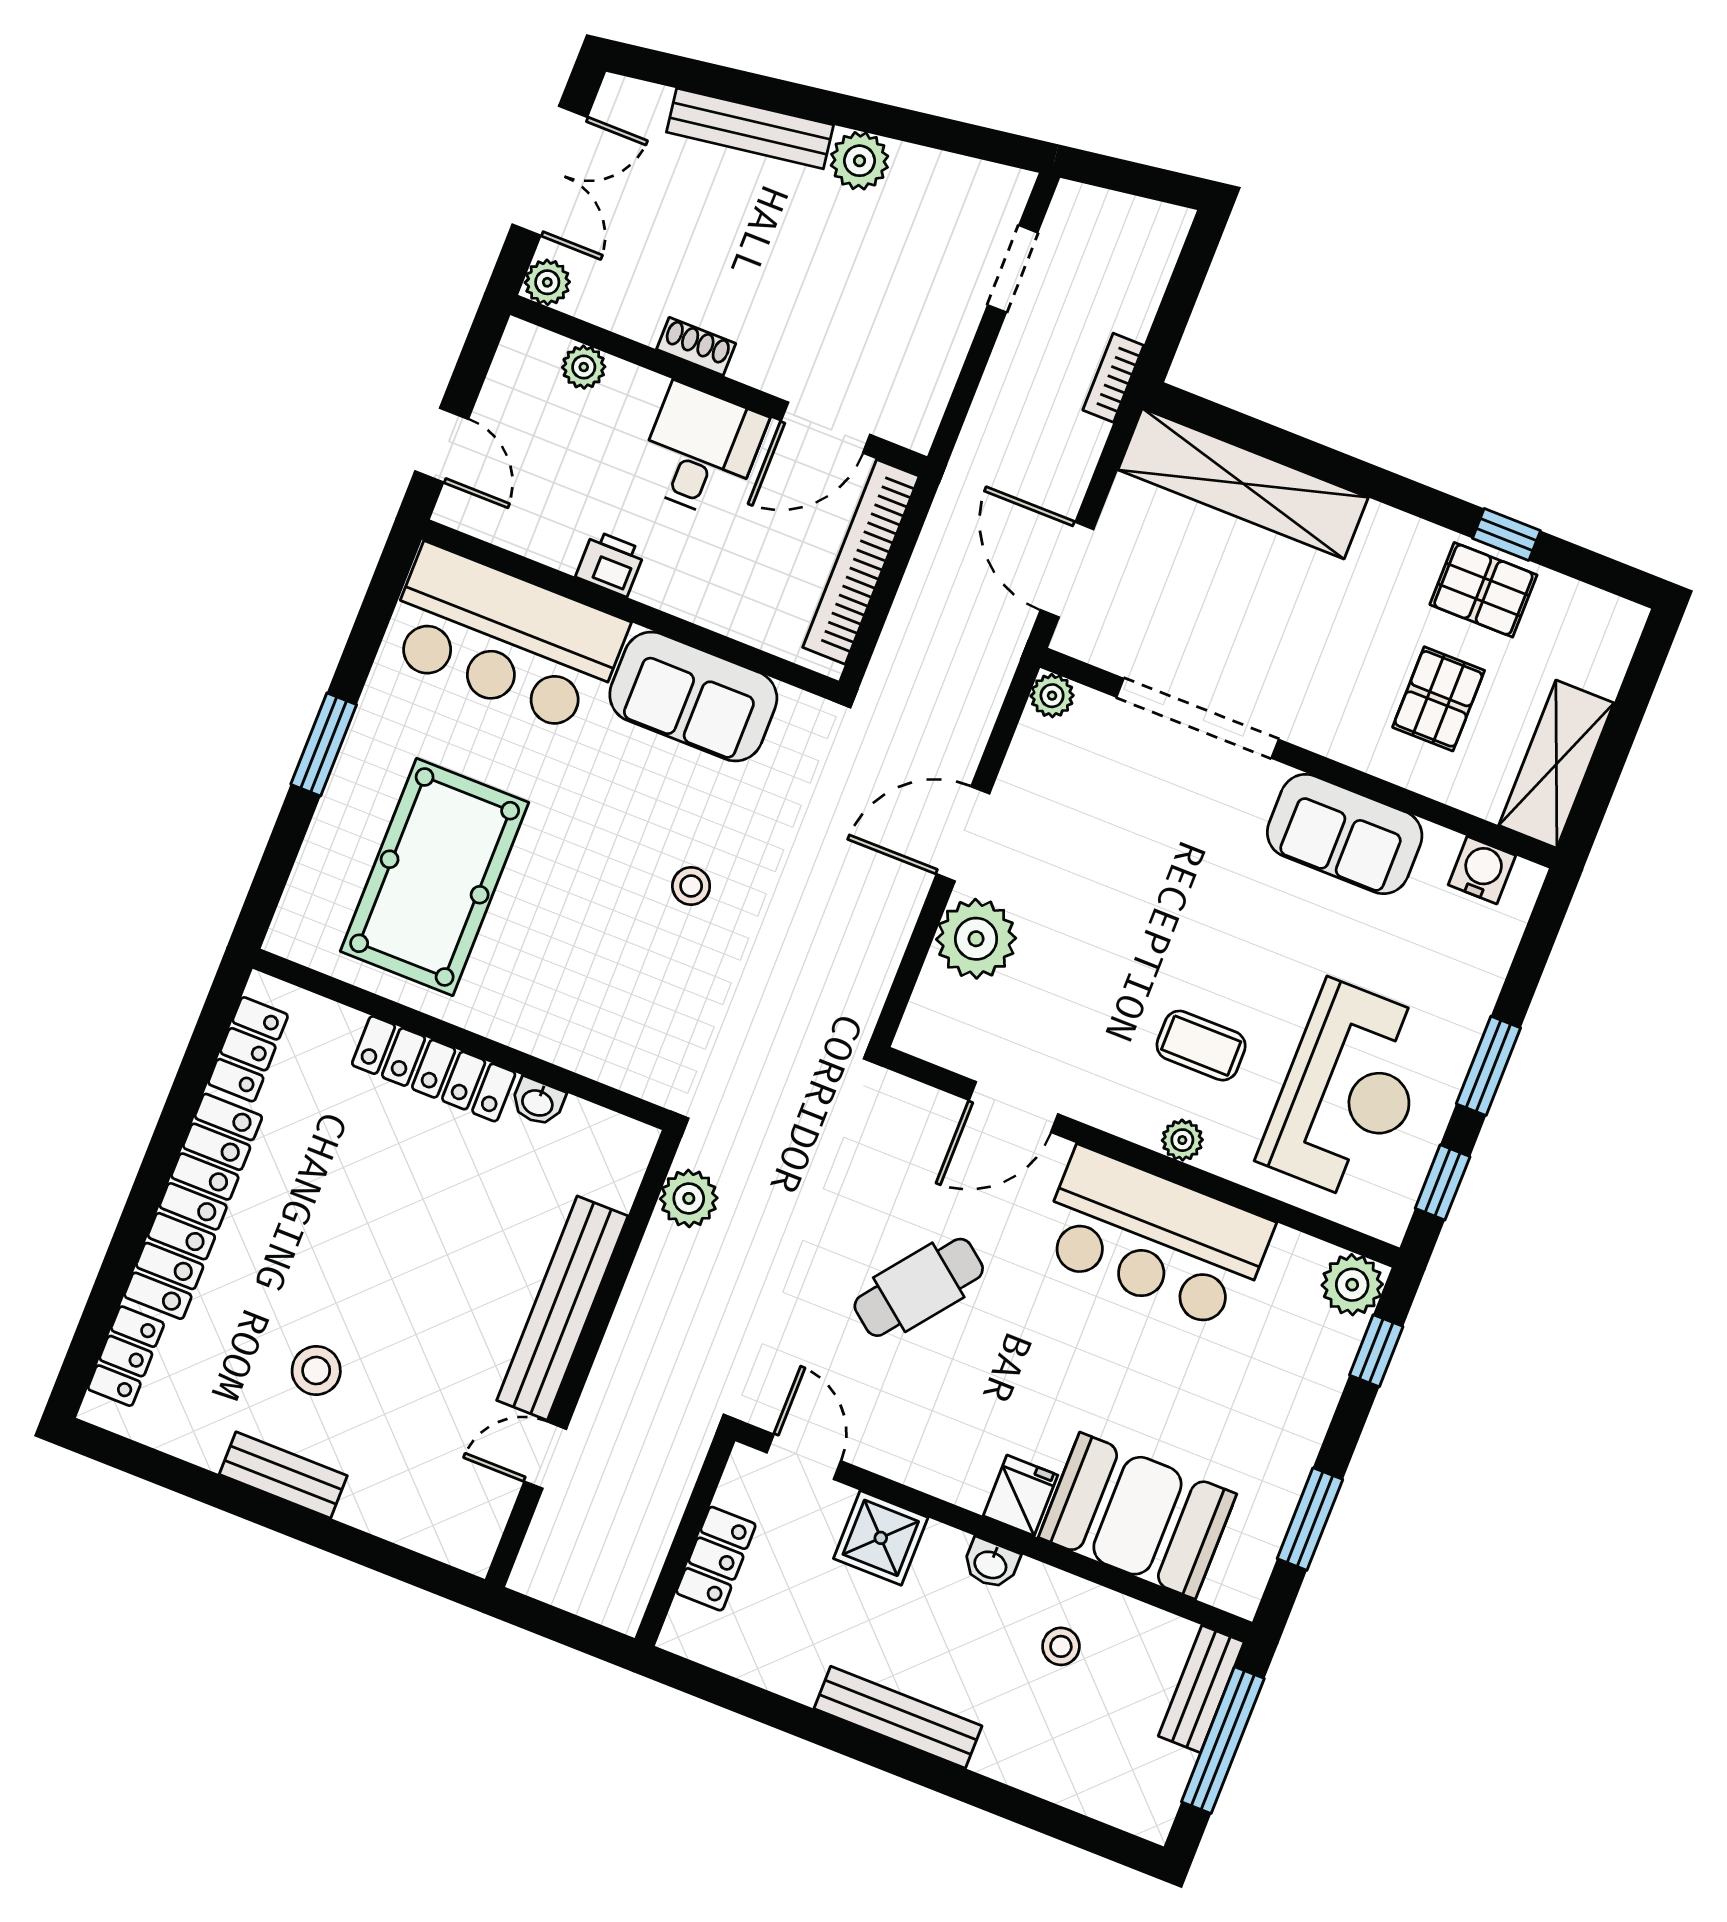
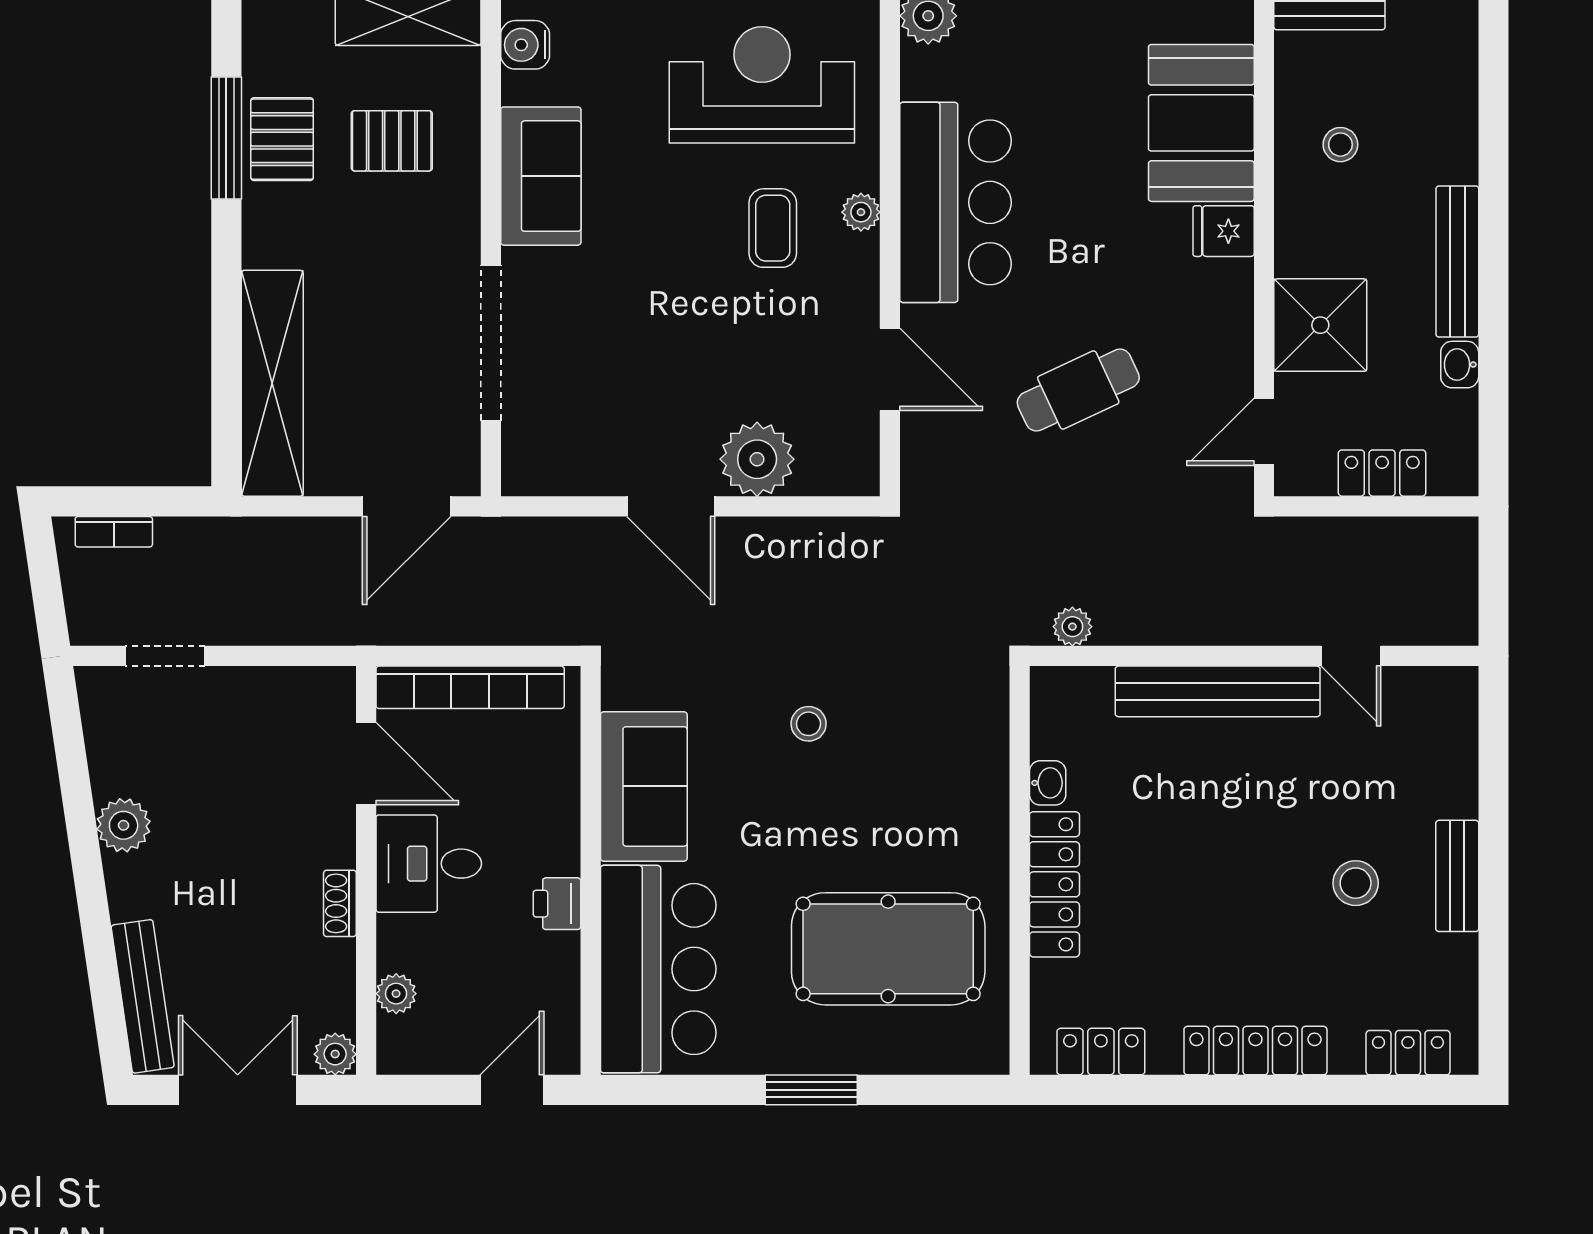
bench: (750, 129) -> (143, 996), moved
bookcase: (1113, 378) -> (114, 532), moved
window: (1506, 534) -> (226, 138), width x2.17
plant: (1052, 696) -> (521, 476), removed
plant: (689, 1198) -> (1072, 627), width x0.73, depth x0.73
locker: (193, 1206) -> (1255, 1051), width x0.71, depth x0.83
cafe table: (919, 1287) -> (1078, 390), turned -63
shower: (881, 1538) -> (1320, 325), width x1.36, depth x1.36
washbasin: (991, 1564) -> (1460, 365), moved, turned 180

